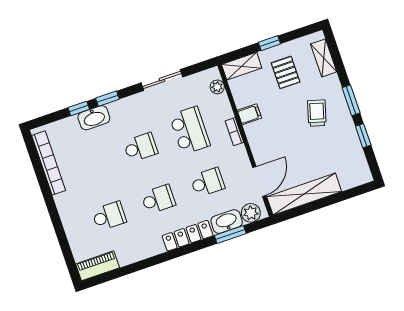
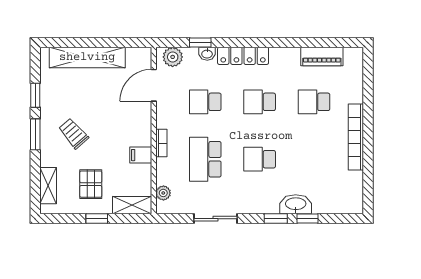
trolley: (317, 113) -> (74, 133), turned 123
bookcase: (49, 163) -> (356, 137), moved
shelving: (304, 194) -> (87, 57), moved
washbasin: (227, 222) -> (207, 54), width x0.52, depth x0.69
window: (230, 235) -> (200, 42), width x0.67
piano: (98, 266) -> (322, 57), moved

